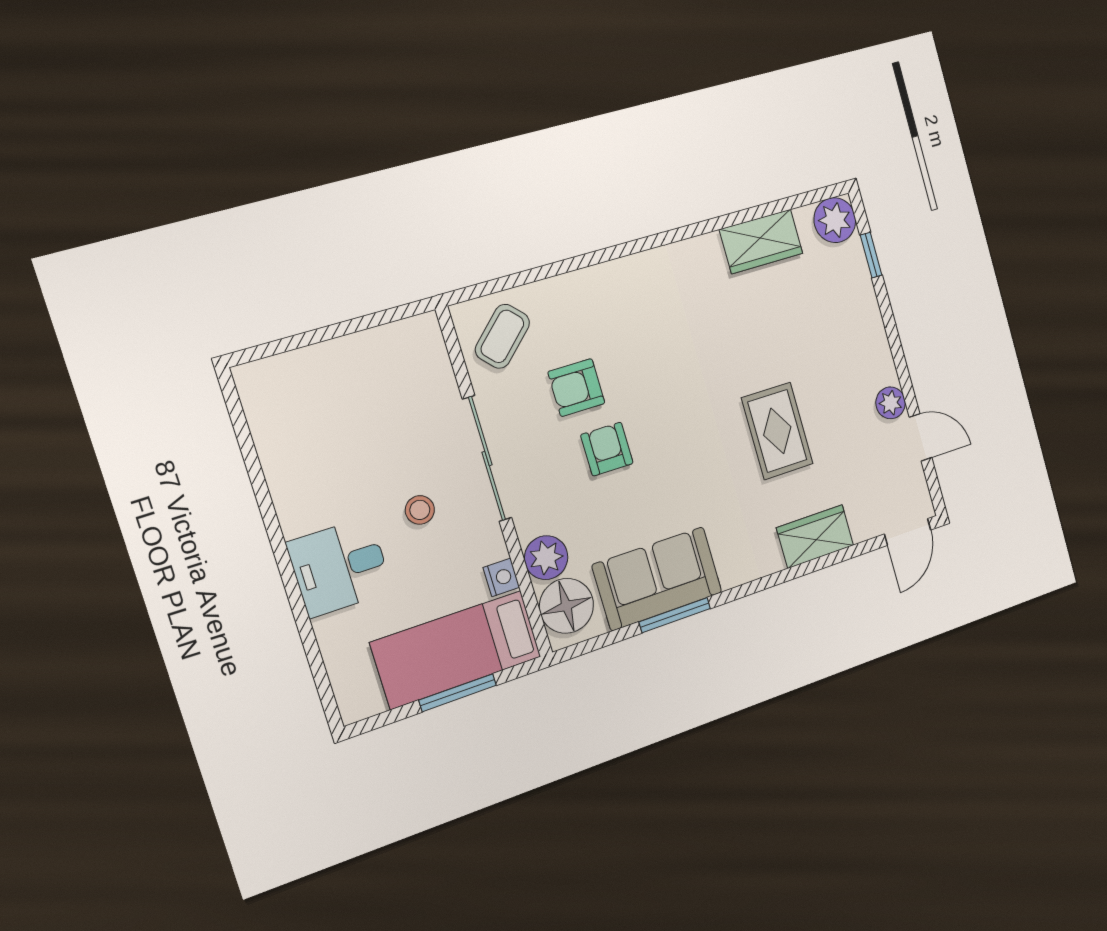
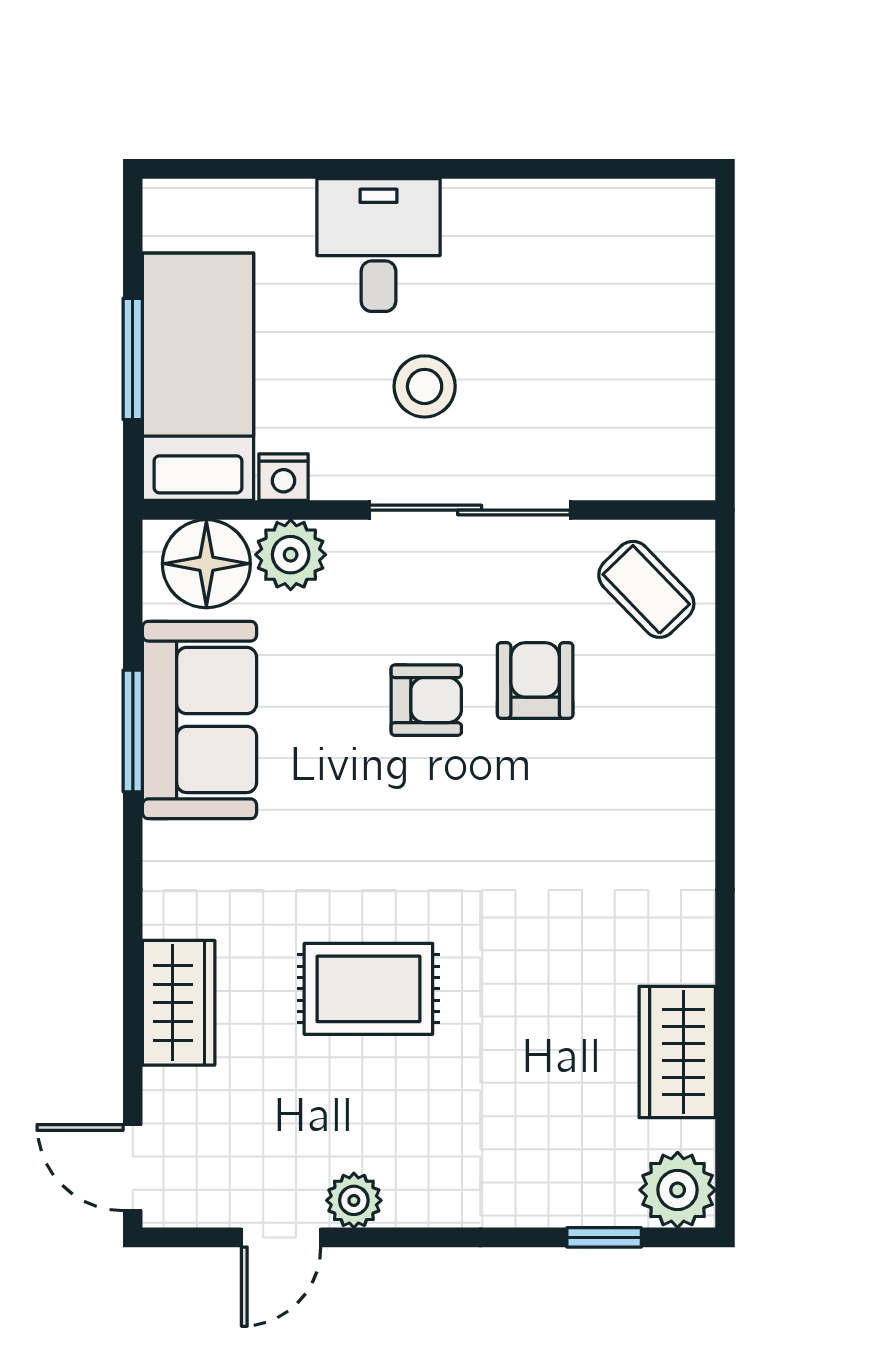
stool: (420, 510) -> (425, 386), width x1.37, depth x1.37

